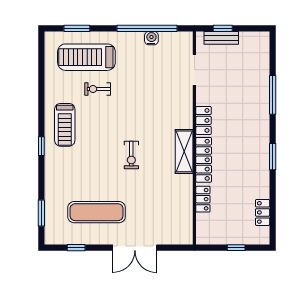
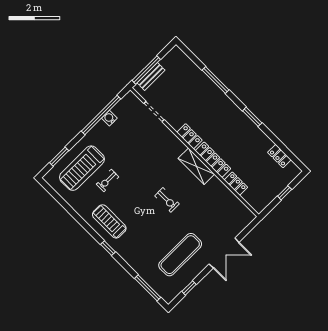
window: (223, 28) -> (146, 70), width x2.17
treadmill: (65, 125) -> (109, 221), turned 180
window: (41, 213) -> (148, 288), width x1.44

